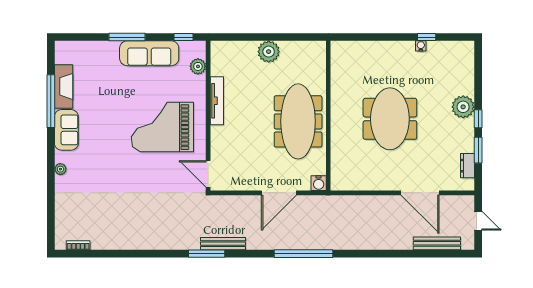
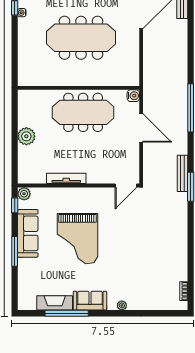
plant: (198, 66) -> (24, 194), moved
meeting table: (390, 119) -> (81, 38), width x1.36
grand piano: (162, 127) -> (77, 239), moved

